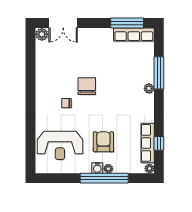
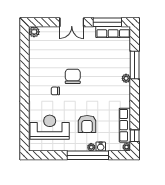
double door: (63, 23) -> (72, 22), moved
armchair: (103, 142) -> (87, 124), turned 180
window: (159, 143) -> (135, 136), moved
reception desk: (60, 145) -> (50, 127), turned 180
water cooler: (97, 168) -> (101, 147), moved

